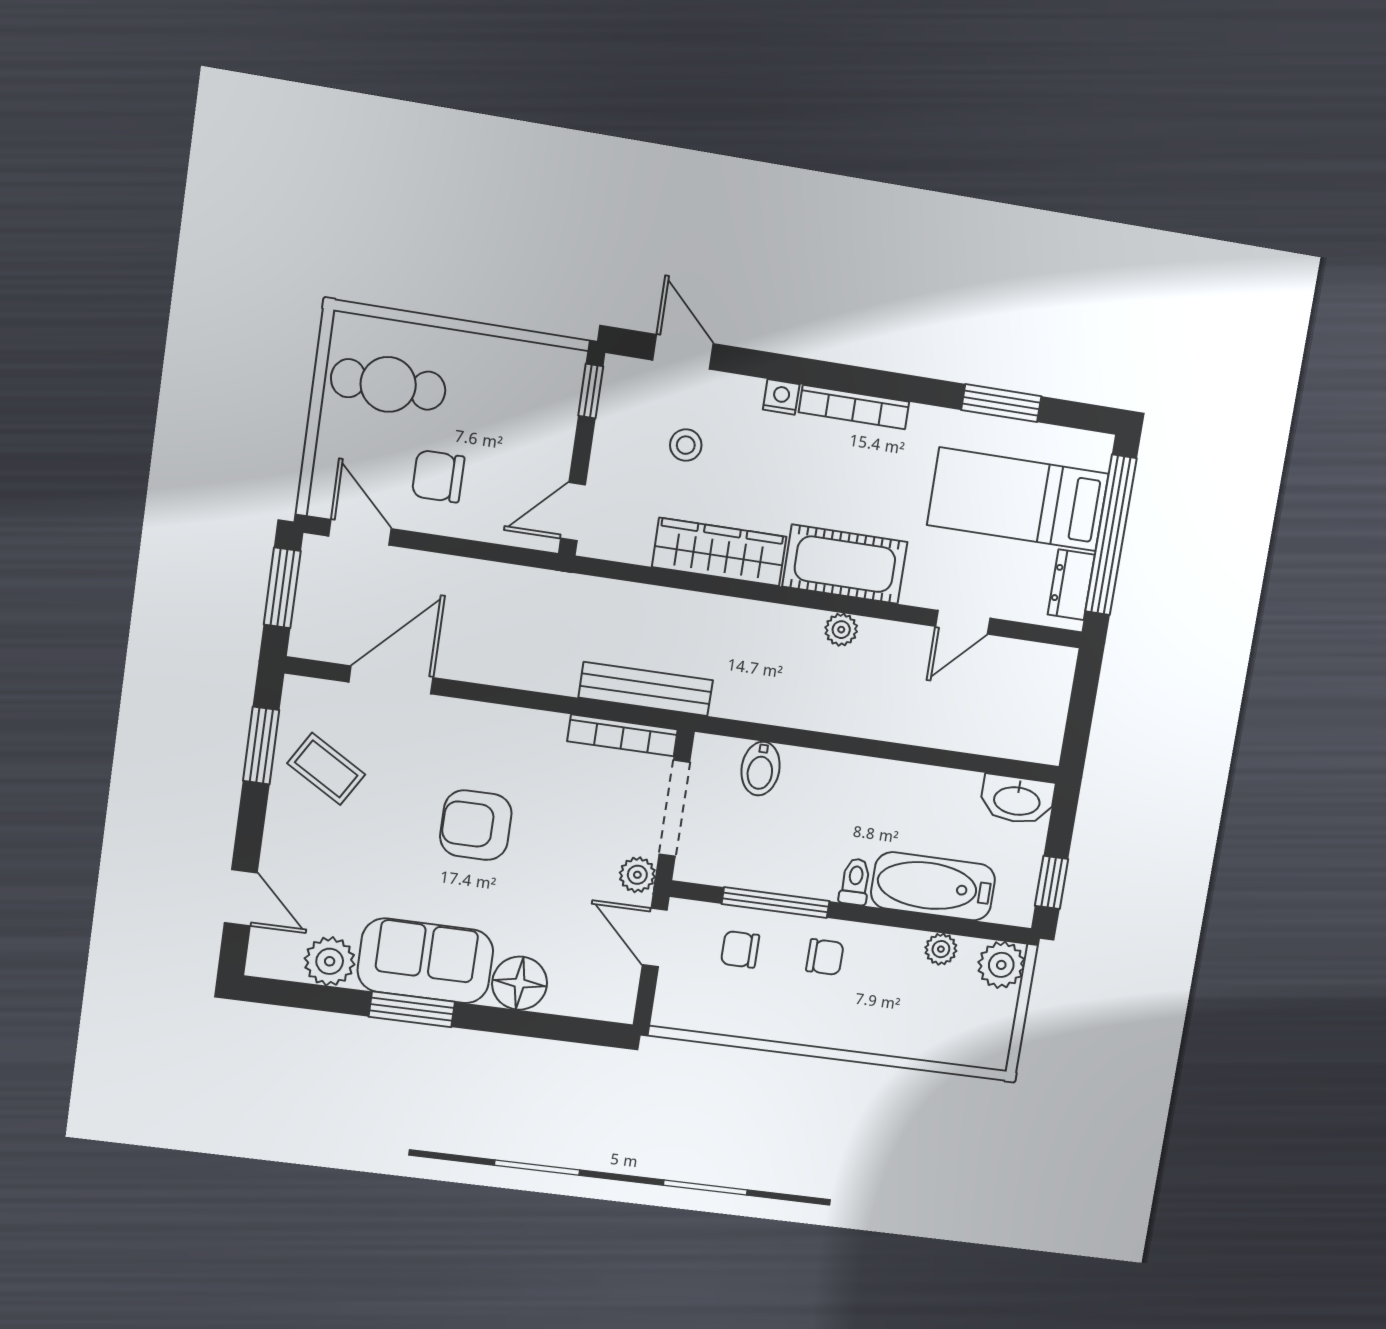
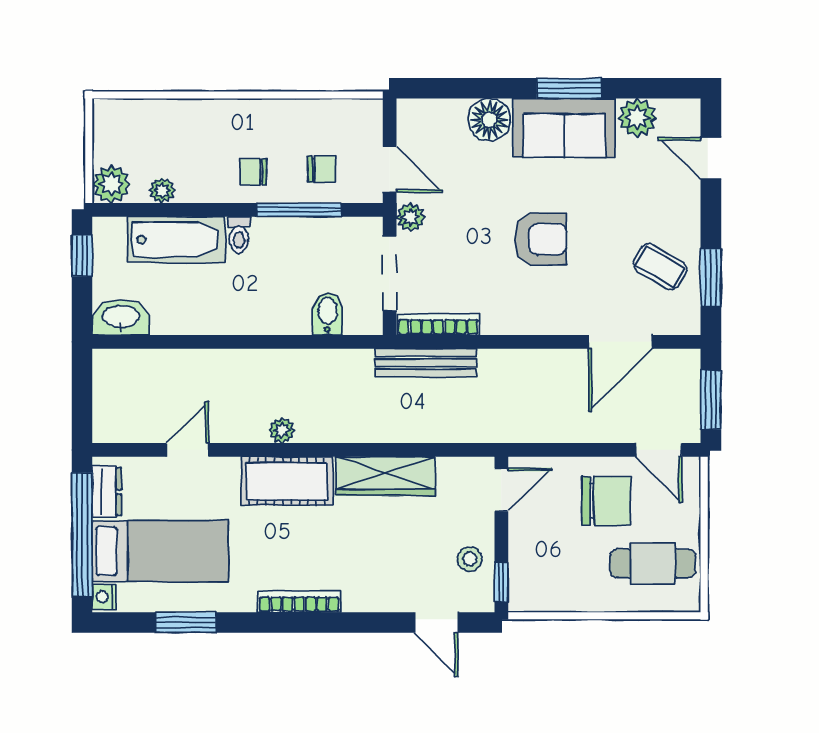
nightstand: (781, 397) -> (104, 597), moved, turned 90
stool: (686, 445) -> (470, 559), moved
chair: (438, 476) -> (606, 501), width x1.37, depth x1.37

